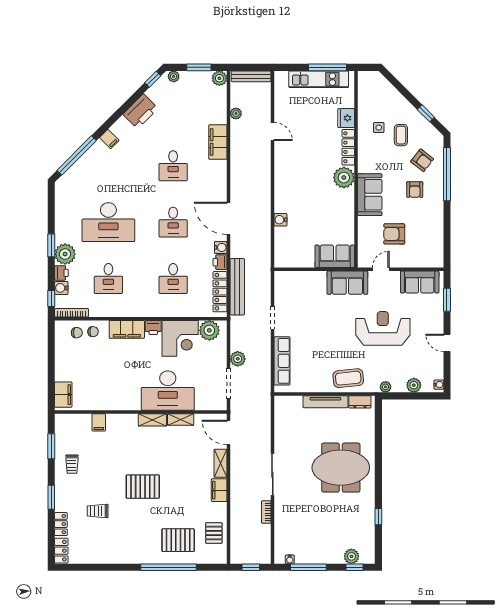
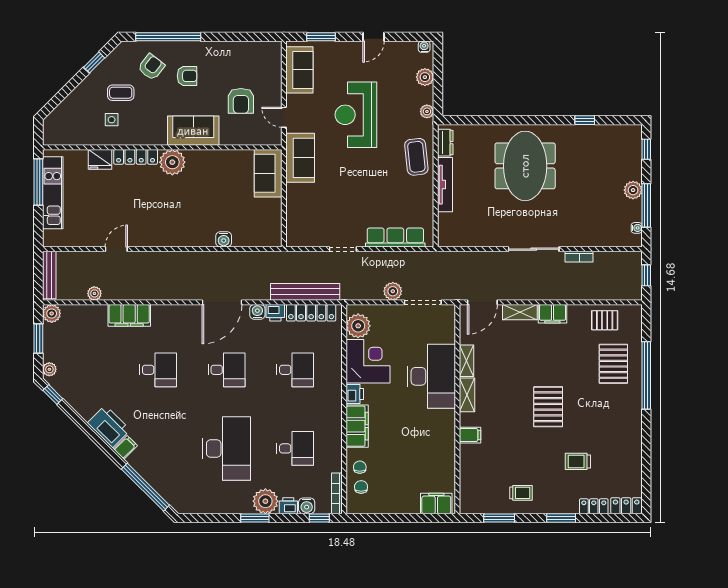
printer: (141, 111) -> (109, 426), moved
filing cabinet: (99, 422) -> (470, 435), moved
trolley: (98, 511) -> (578, 461), turned 90
plant: (351, 556) -> (633, 190), moved

